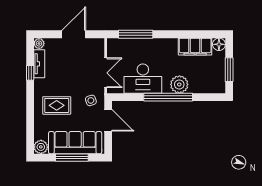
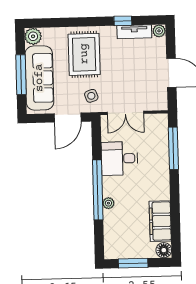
desk: (143, 79) -> (119, 158), width x0.73
plant: (179, 84) -> (108, 203), width x0.53, depth x0.53
rug: (57, 105) -> (84, 54), width x1.36, depth x1.43

